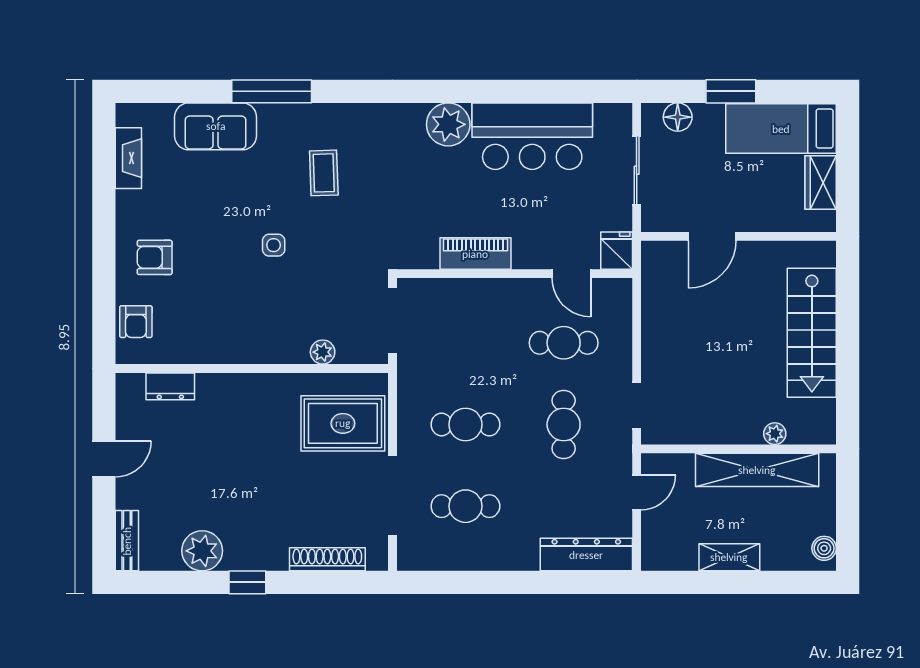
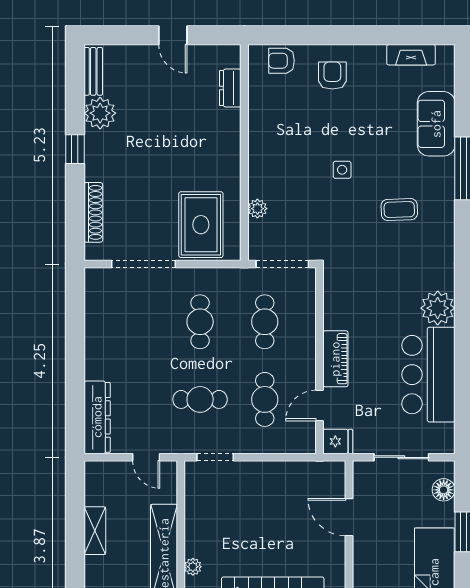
piano: (475, 254) -> (335, 359), moved
cafe table: (465, 506) -> (265, 322), moved
bench: (127, 541) -> (93, 71), moved, turned 90

